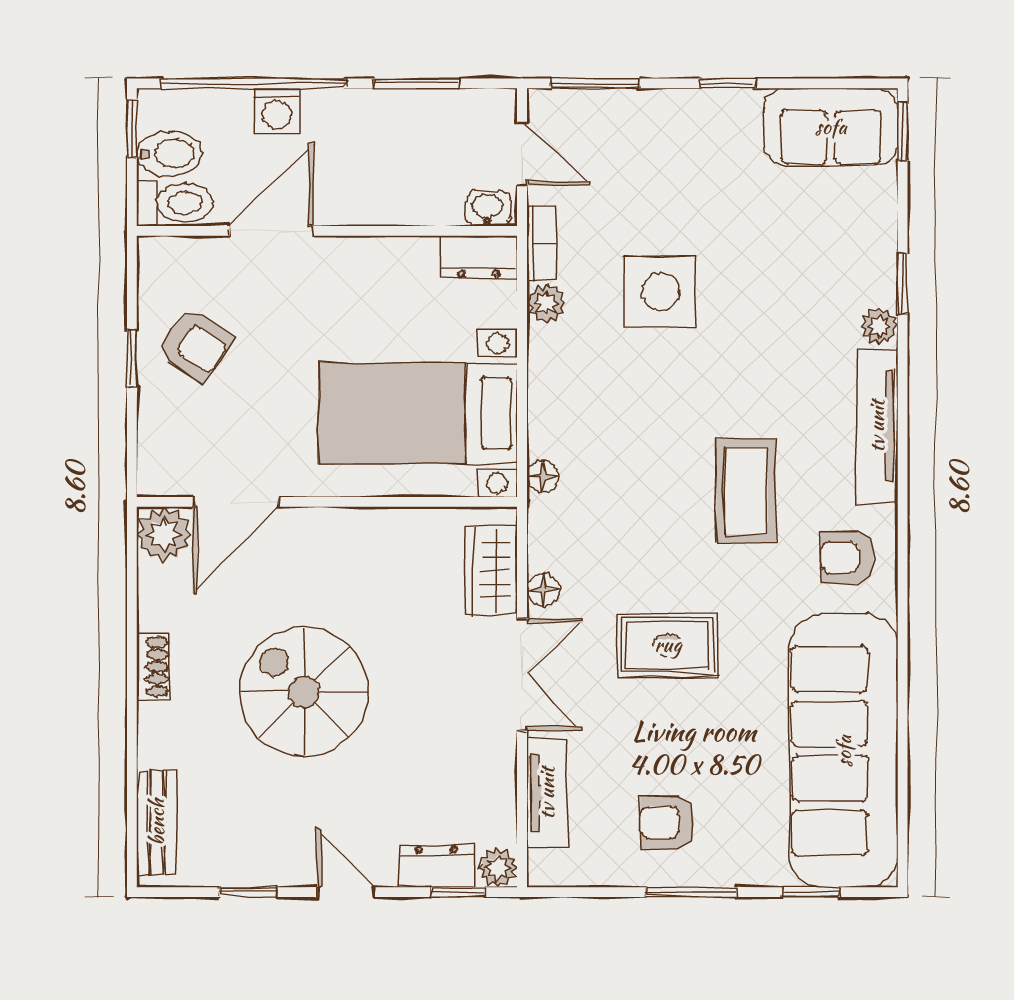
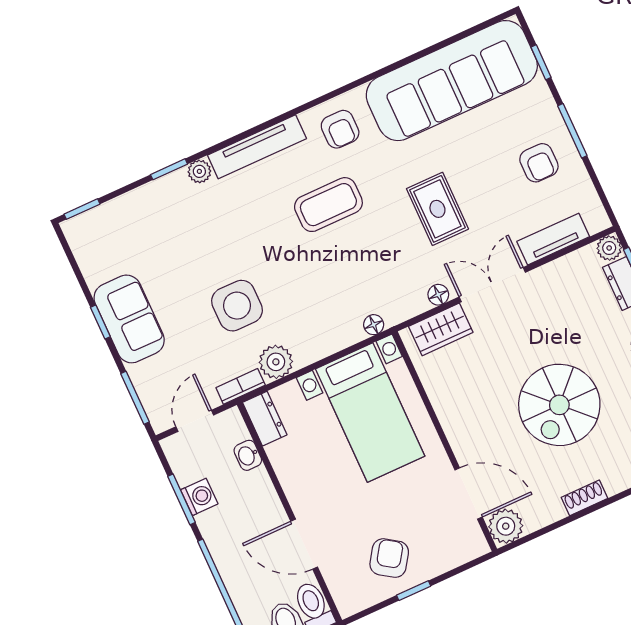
washing machine: (277, 111) -> (199, 497), moved
sofa: (831, 127) -> (129, 319), moved
washbasin: (488, 208) -> (248, 455), moved
plant: (546, 303) -> (276, 362), width x1.38, depth x1.38

